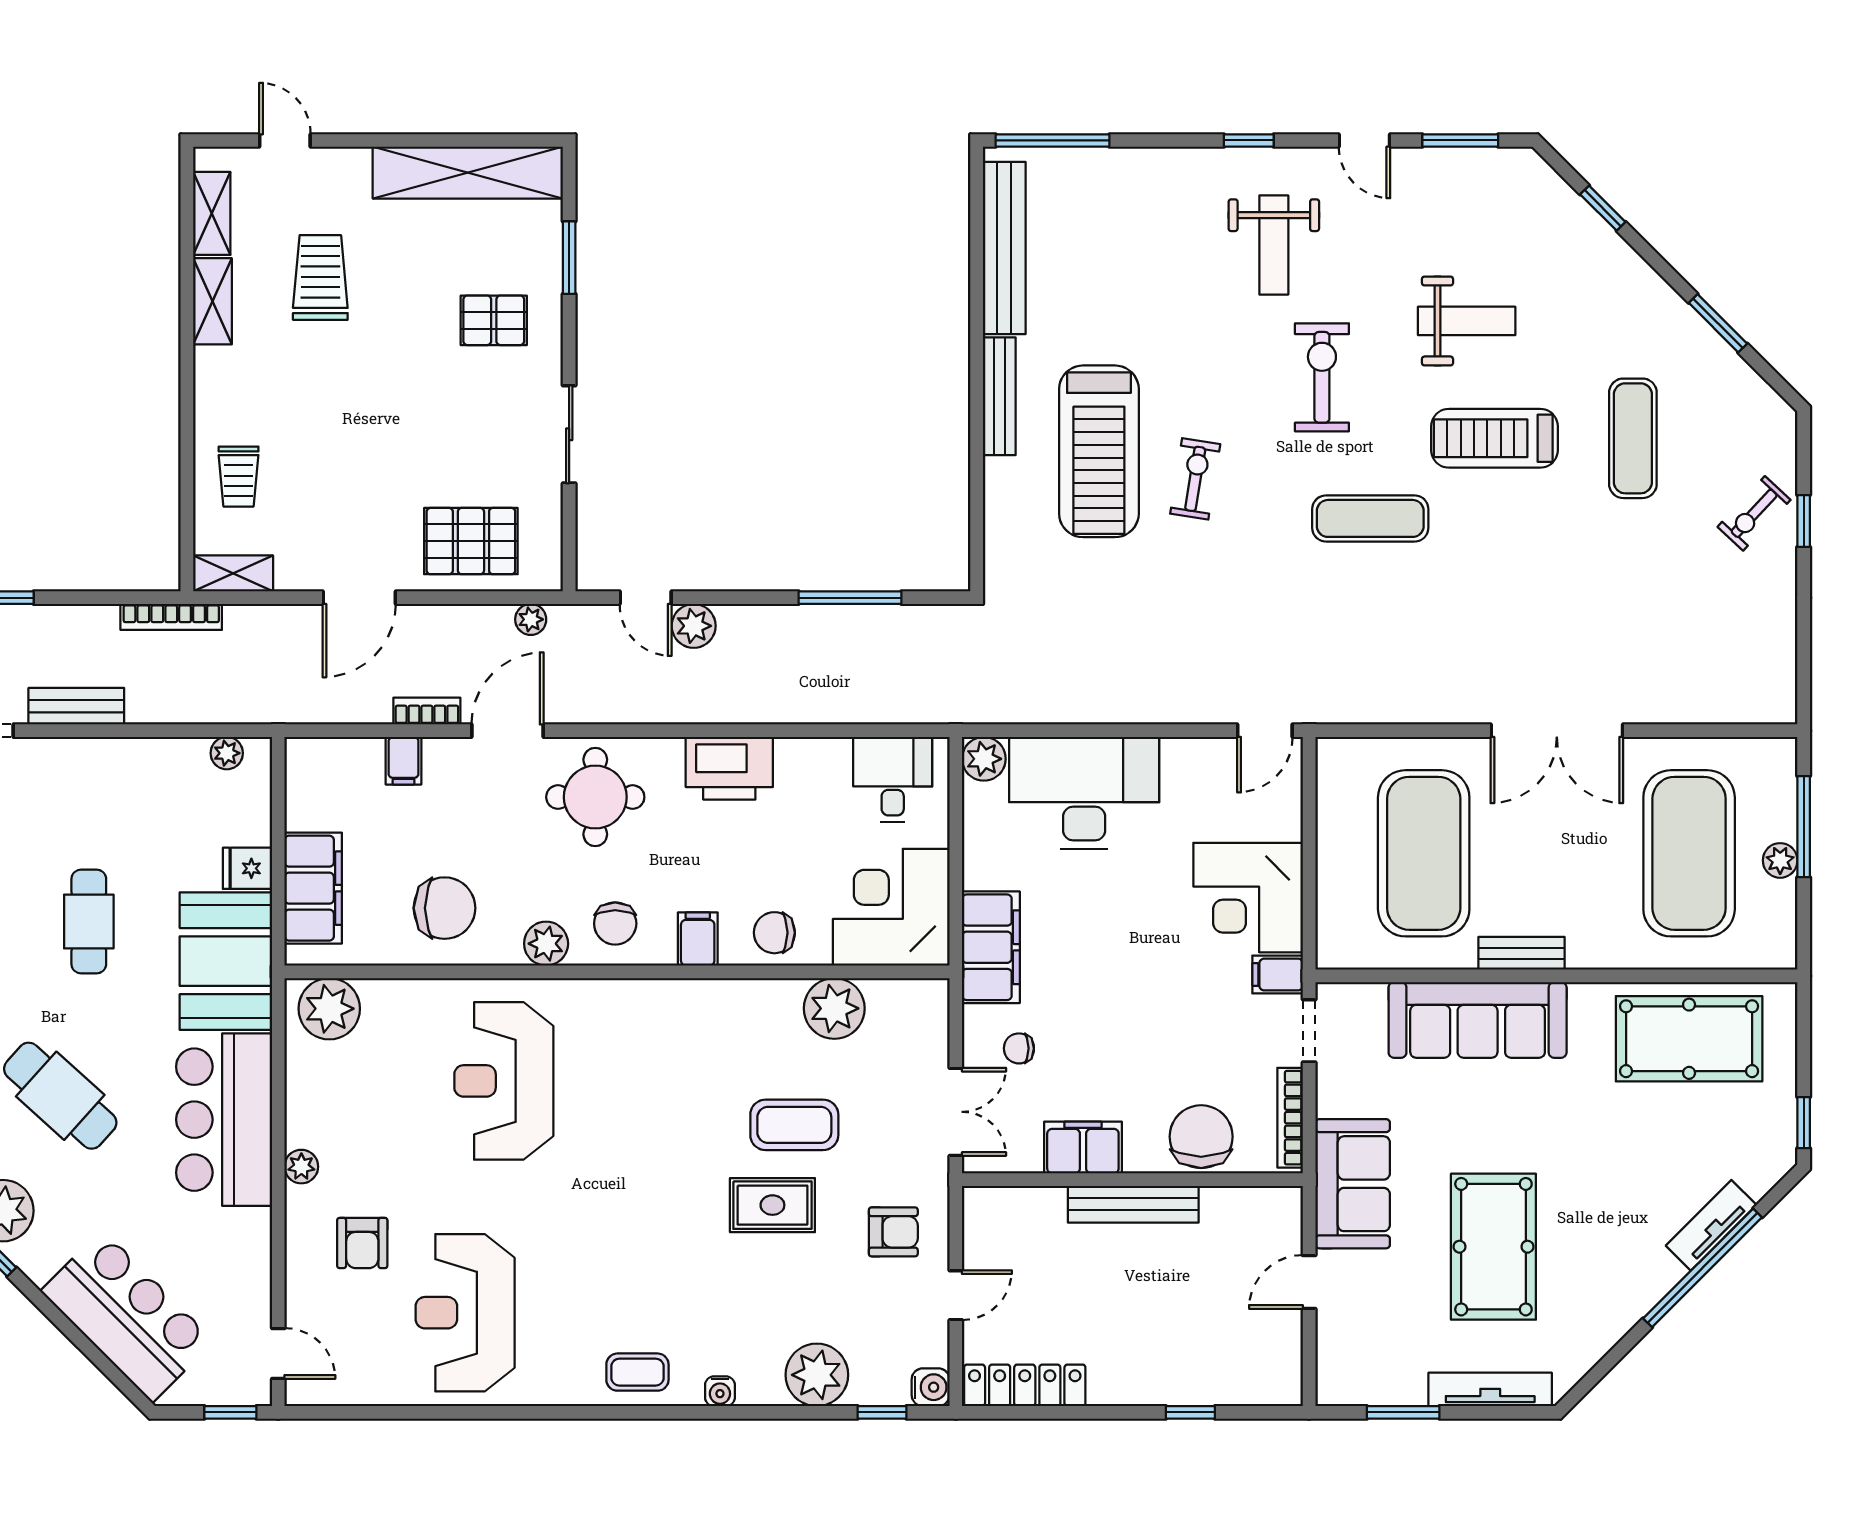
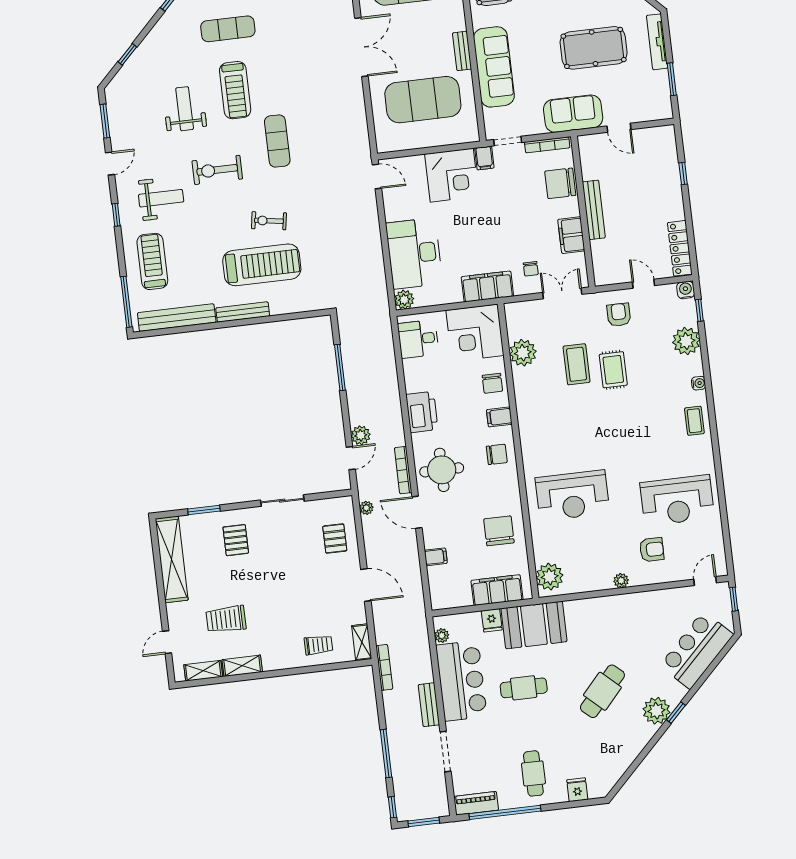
treadmill: (1136, 209) -> (152, 261), added
pallet: (471, 541) -> (335, 539), width x0.67, depth x0.71
bookcase: (427, 711) -> (403, 470), moved, width x1.56
plant: (546, 944) -> (509, 484), removed
bar counter: (224, 1120) -> (461, 681), moved, turned -90

